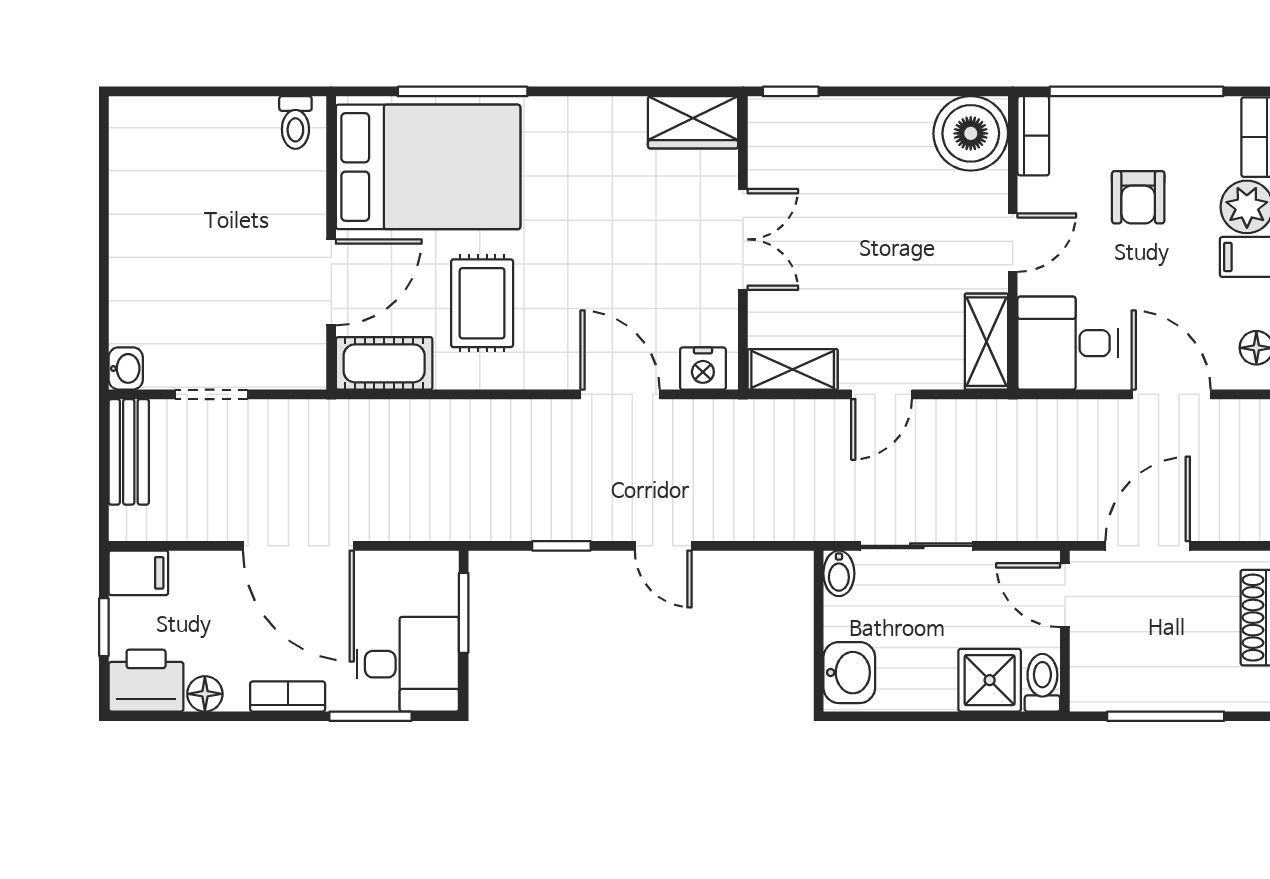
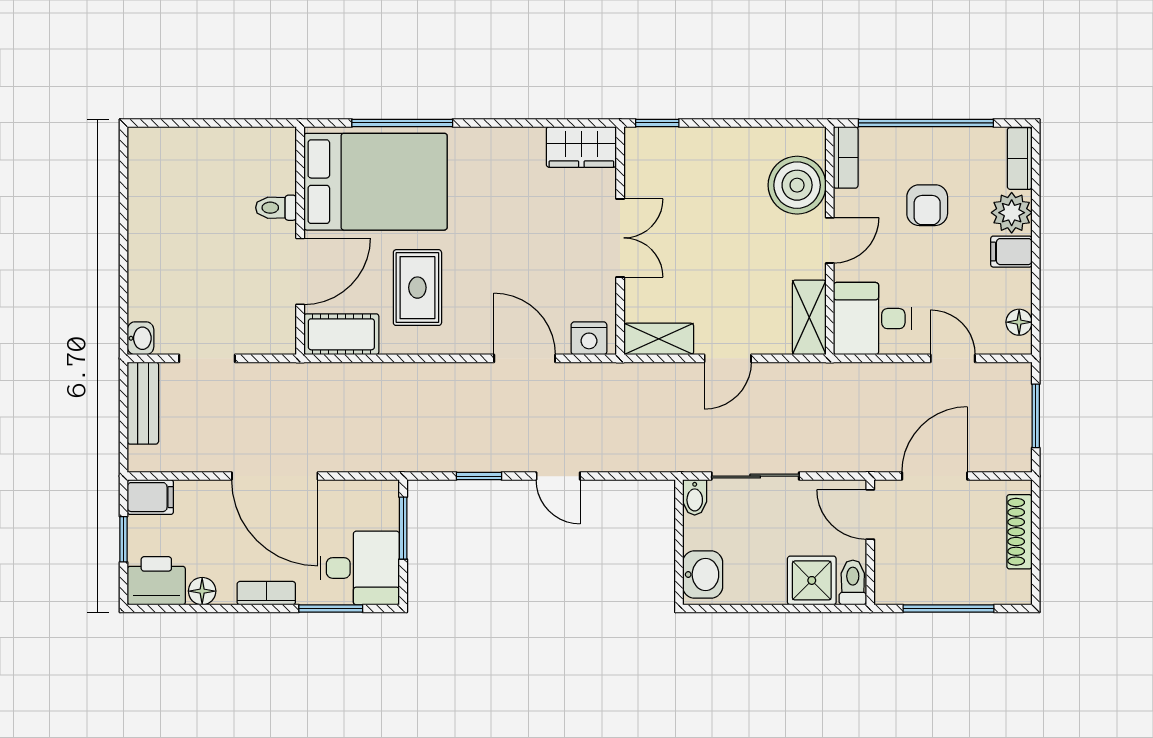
toilet: (295, 122) -> (276, 208), moved, turned 90
boiler: (971, 133) -> (797, 185), moved
door: (1171, 394) -> (953, 358), width x0.73

